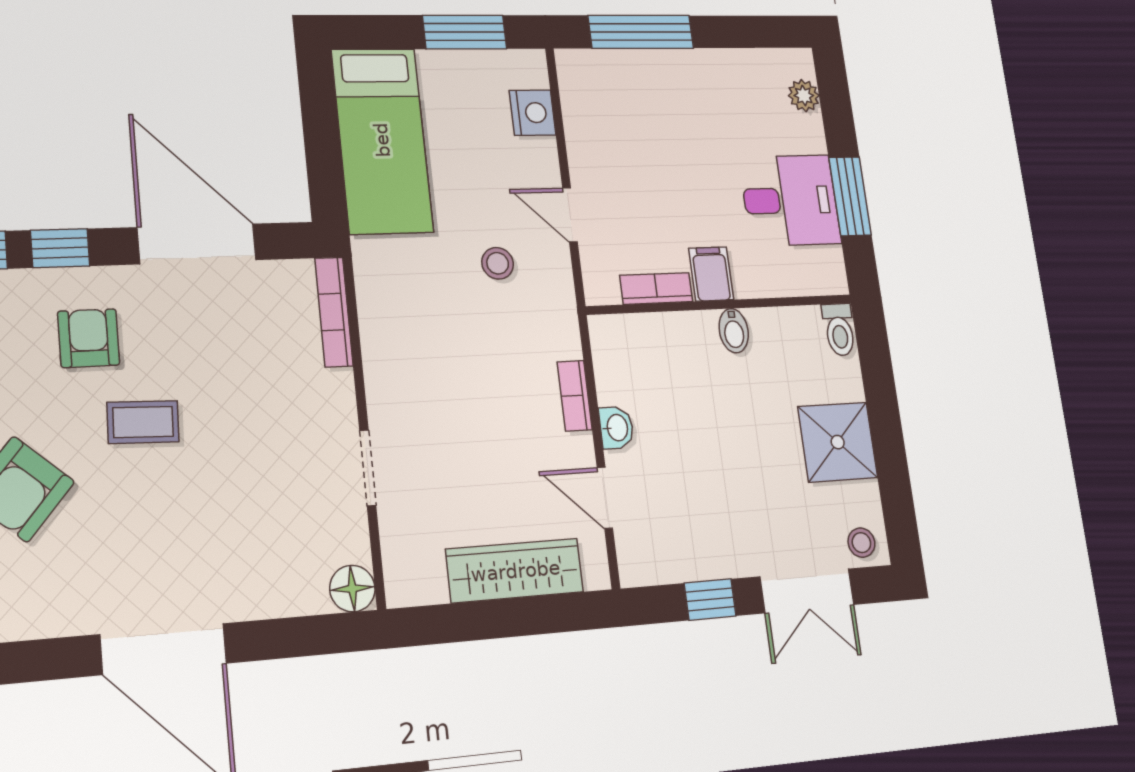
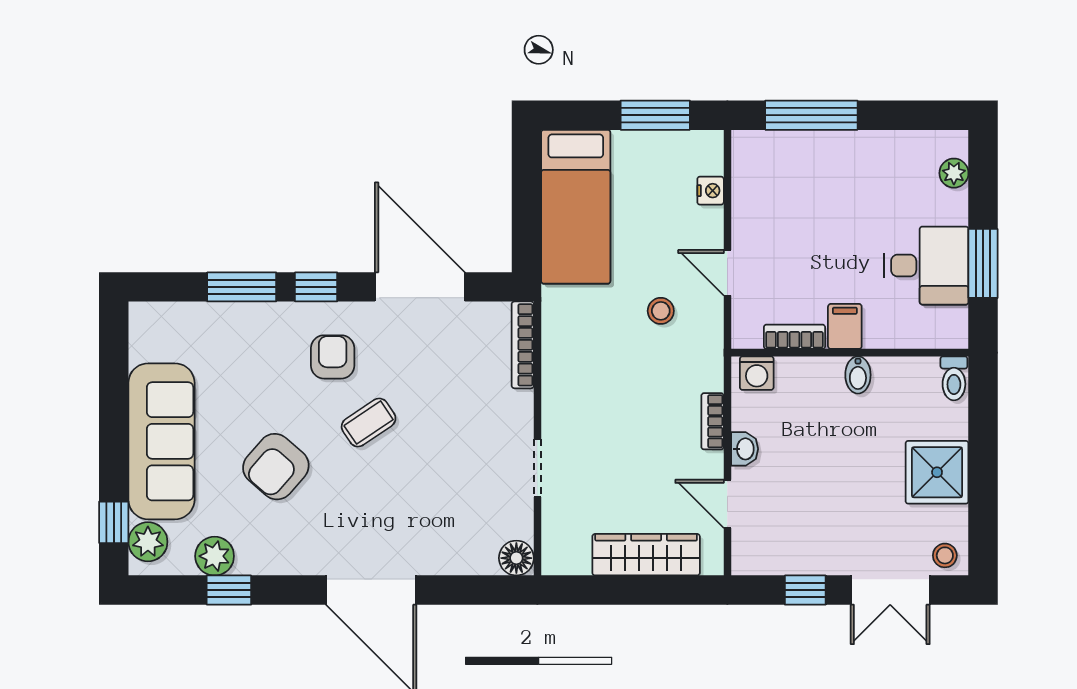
nightstand: (533, 113) -> (711, 191), width x0.72, depth x0.74
washing machine: (619, 334) -> (757, 373), added
coffee table: (143, 422) -> (369, 423), turned -36

